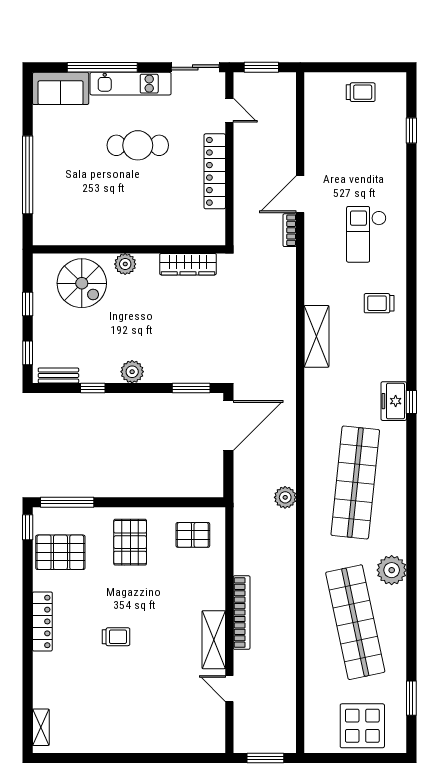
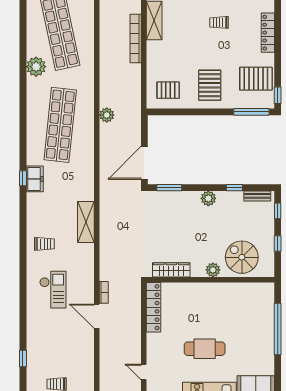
locker: (215, 171) -> (153, 307), moved
door: (300, 194) -> (97, 316), swing flipped

